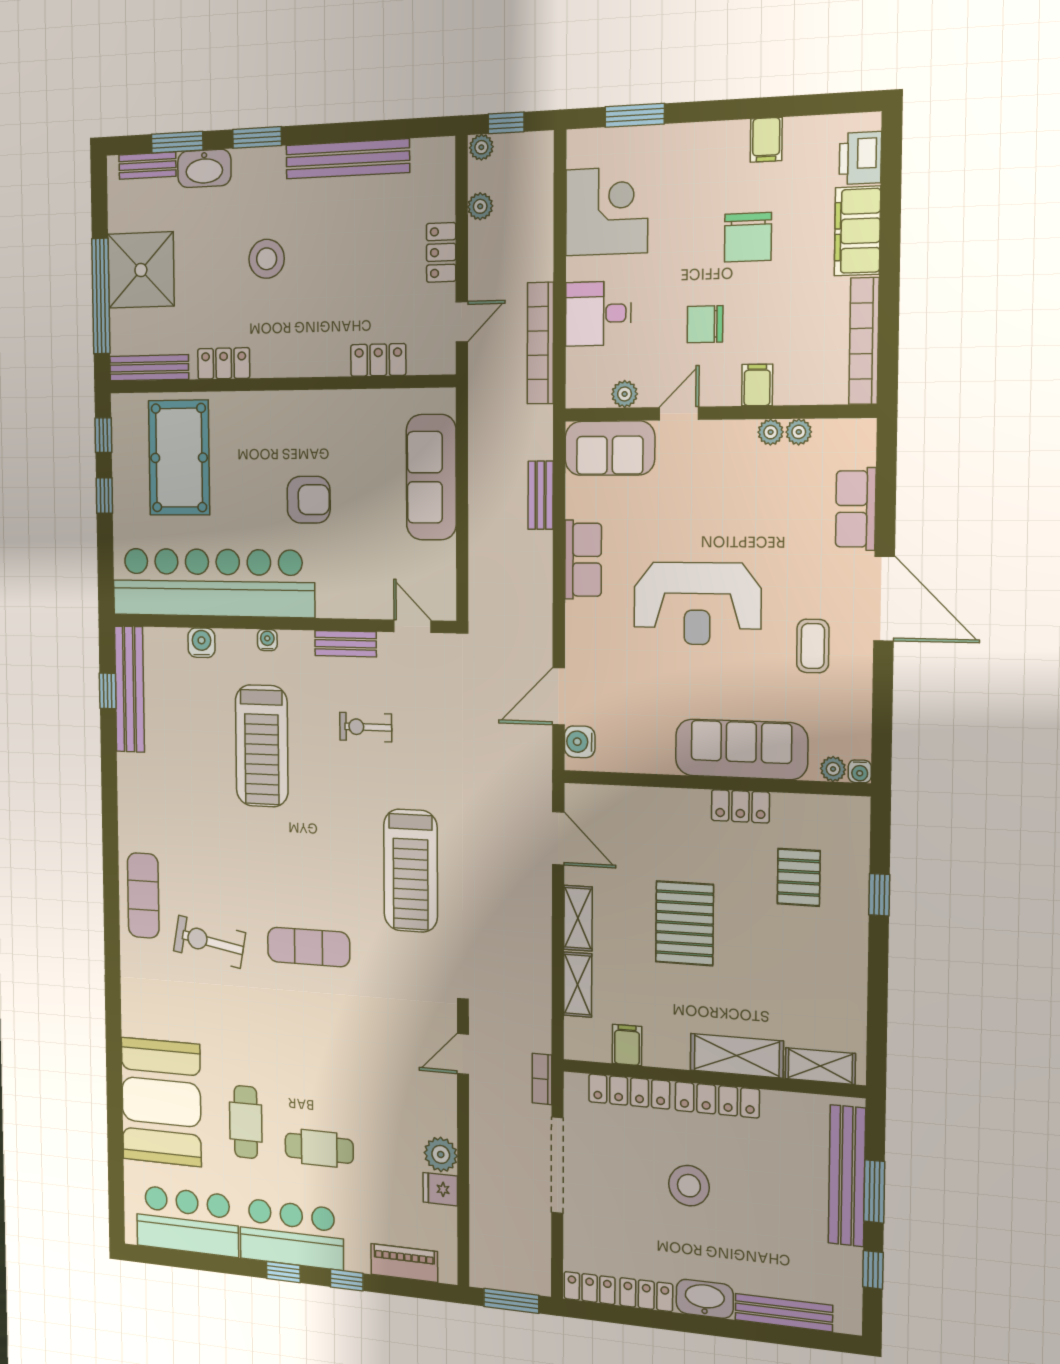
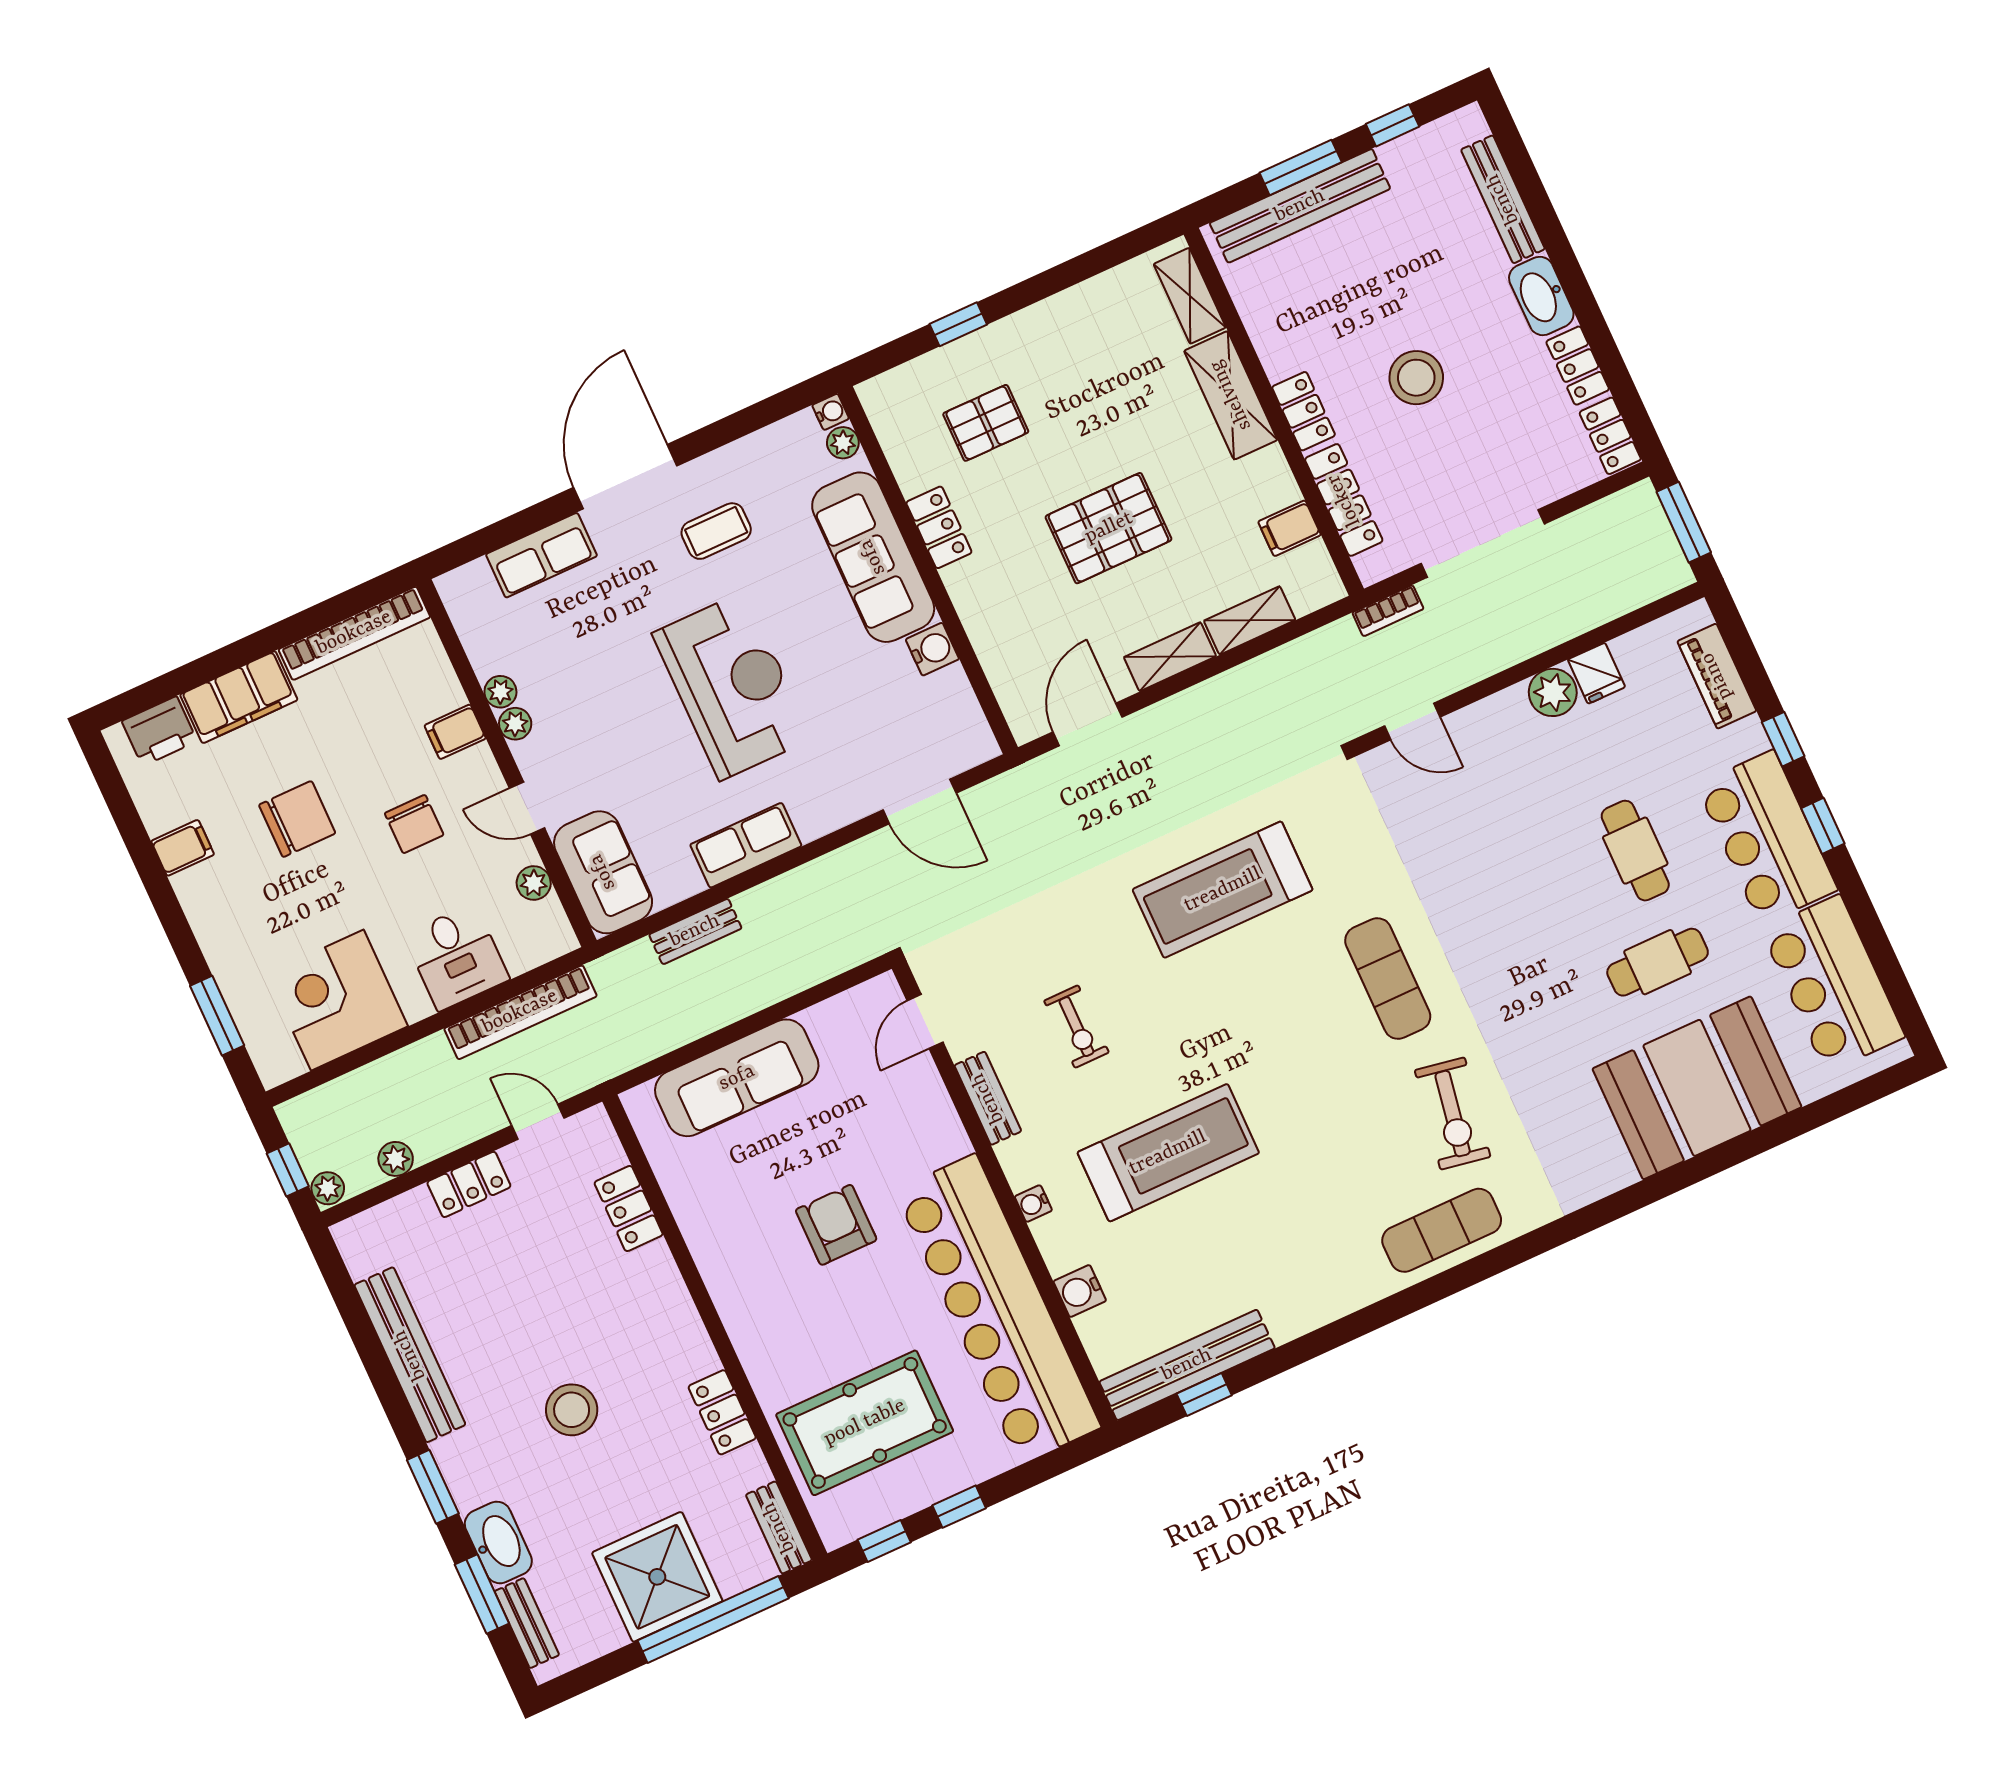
bench: (149, 368) -> (779, 1527), width x0.73
plant: (799, 432) -> (515, 724), moved
water cooler: (580, 742) -> (932, 649), moved, turned -90
treadmill: (411, 871) -> (1223, 890), turned 180
locker: (717, 1100) -> (1304, 411), width x0.66

